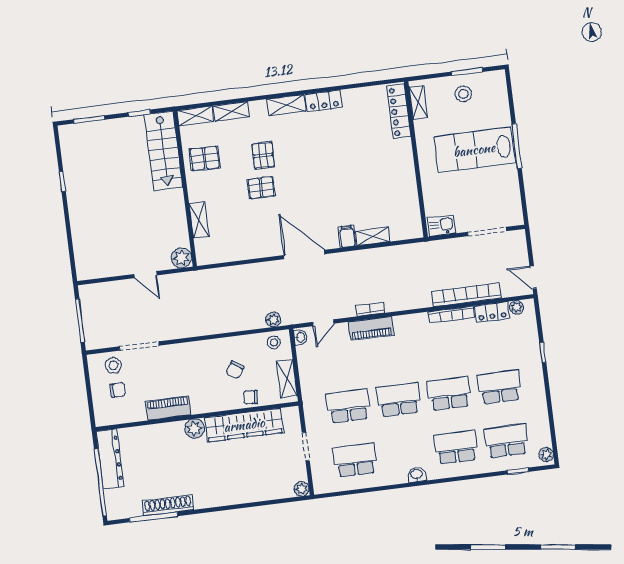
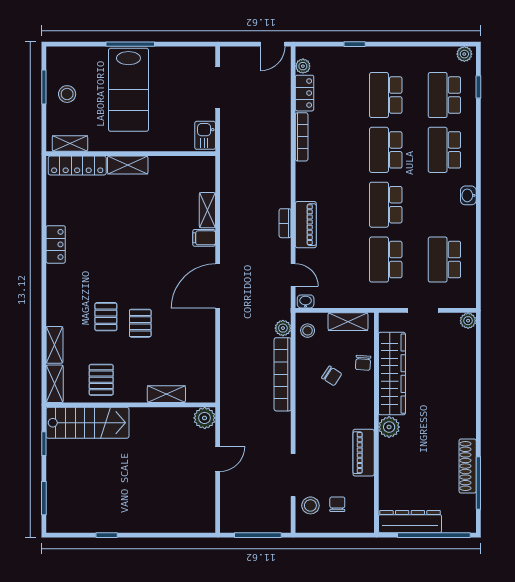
shelving: (286, 105) -> (128, 165), moved, turned 90
pallet: (263, 155) -> (106, 317), turned 90
bookcase: (466, 295) -> (283, 374), moved

